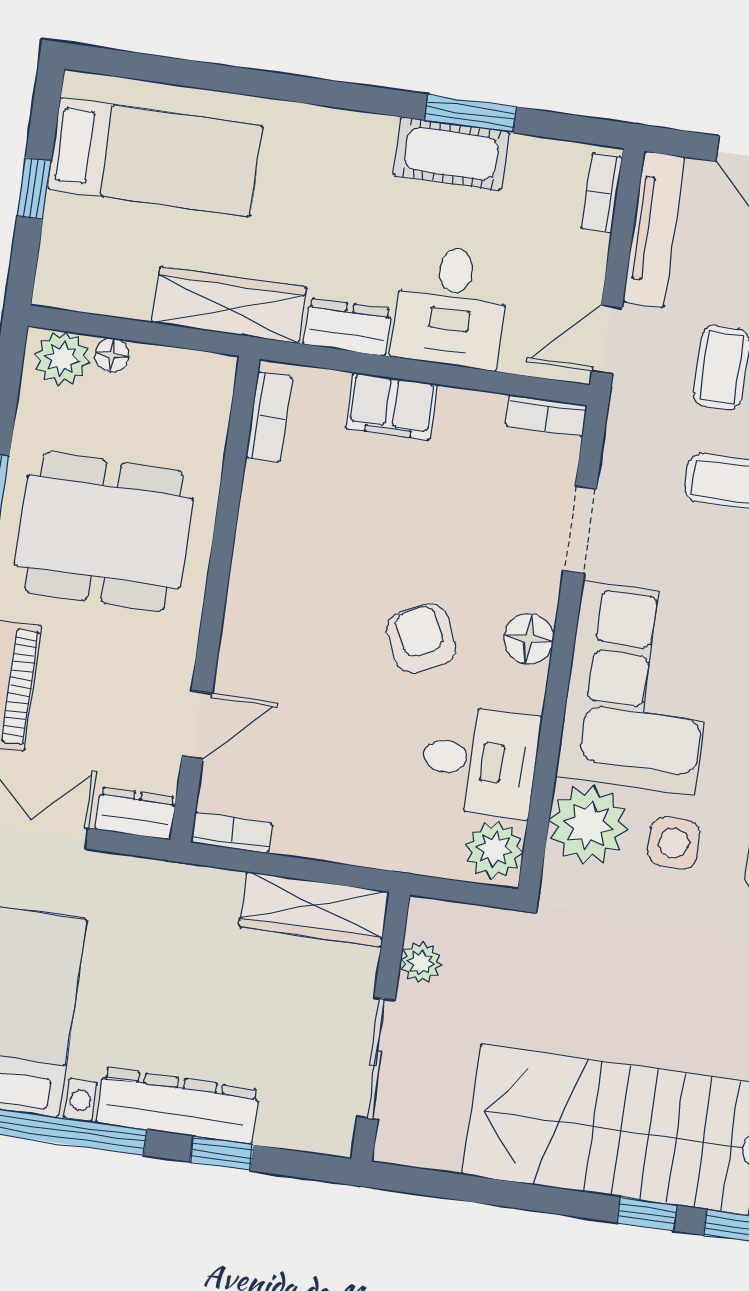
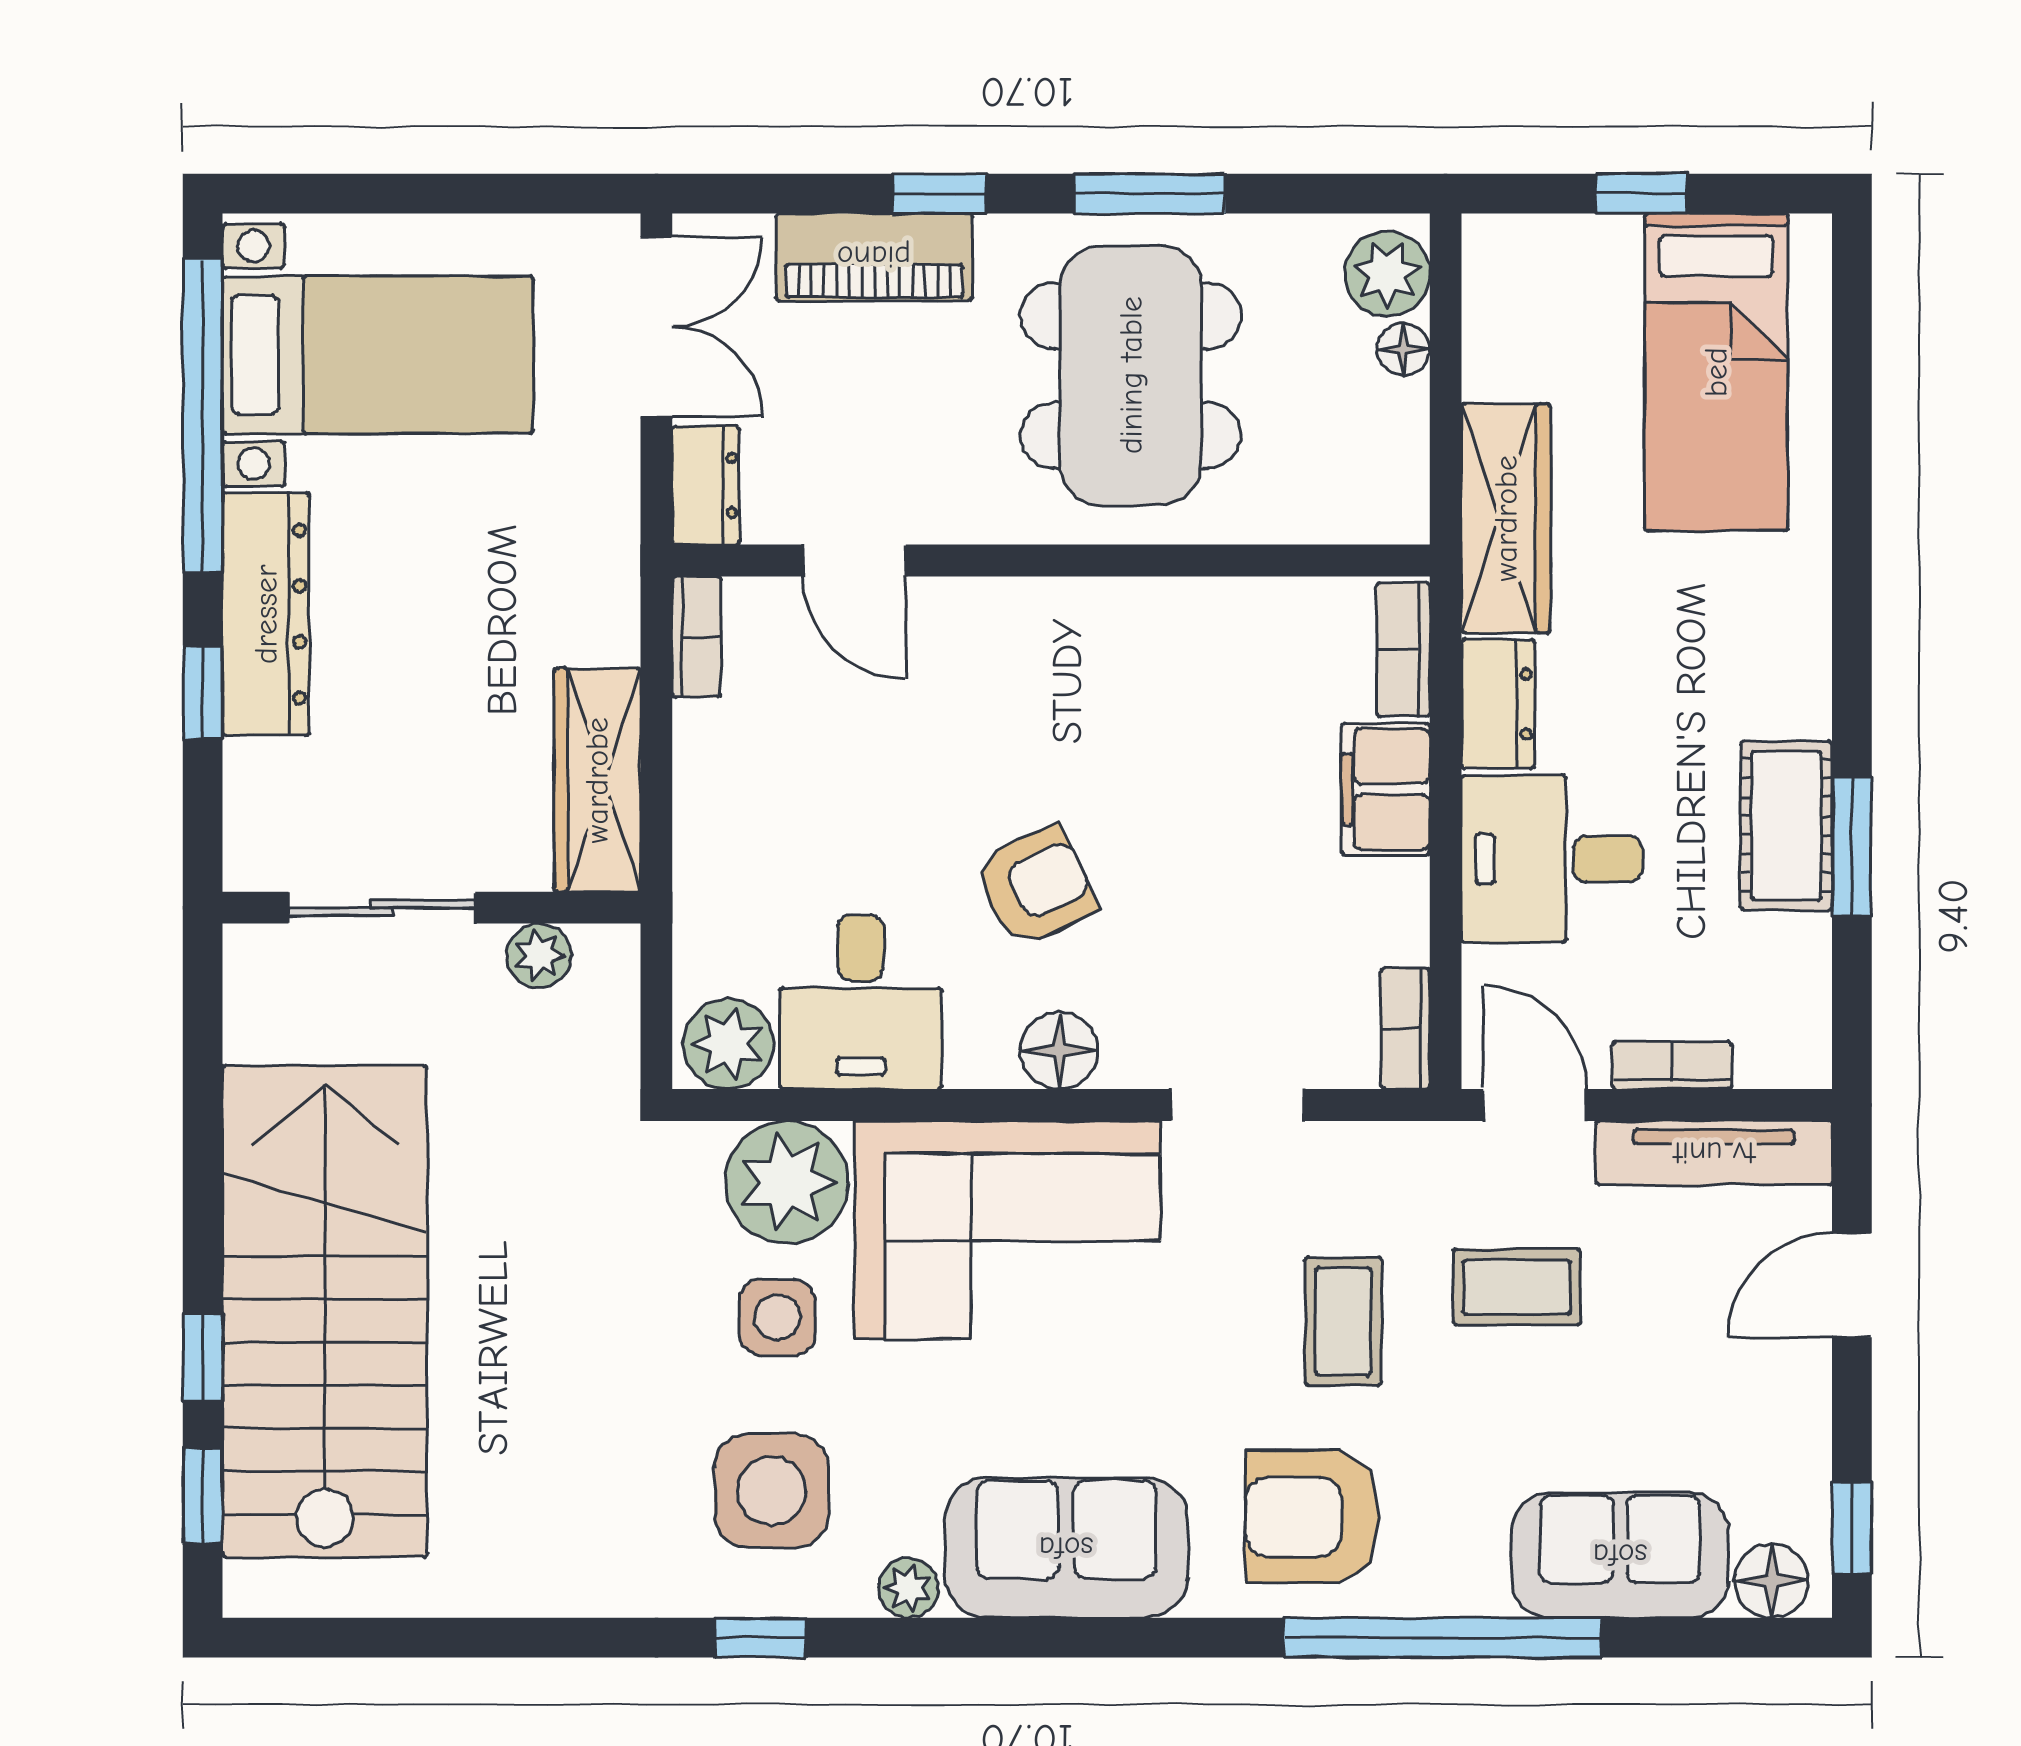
bookcase: (602, 193) -> (1672, 1065), moved
bookcase: (269, 417) -> (1403, 650), moved, turned 90

